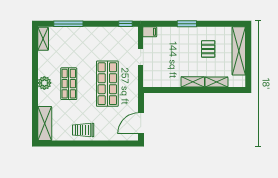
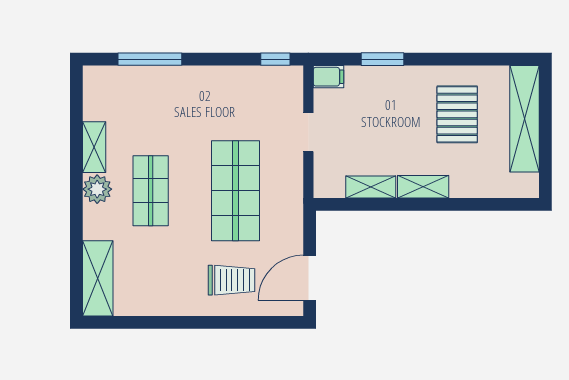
window: (187, 24) -> (383, 59), moved
shelving: (43, 39) -> (94, 147), moved
pallet: (208, 49) -> (457, 114), width x1.50, depth x1.42
shelving: (216, 82) -> (371, 187), moved
trolley: (83, 130) -> (232, 280), moved, turned 180

